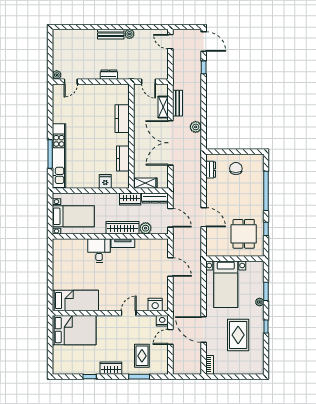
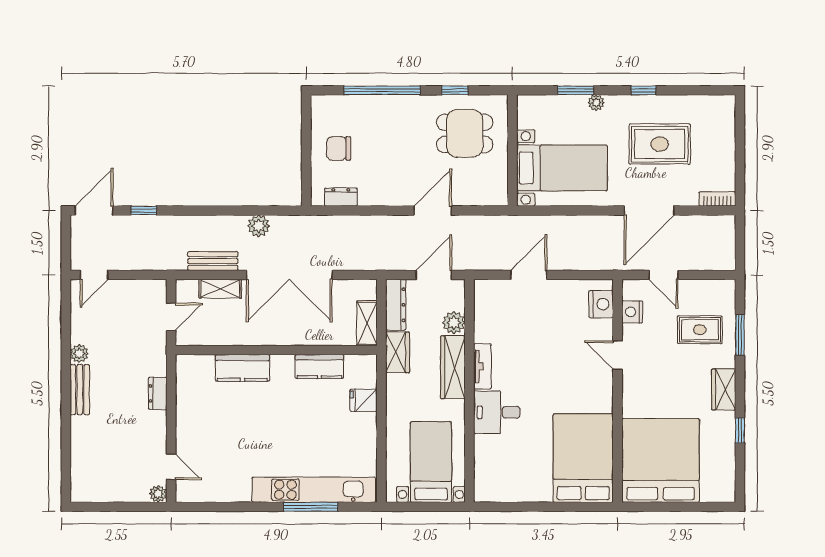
bed: (75, 300) -> (583, 458), width x1.50
nightstand: (162, 321) -> (632, 312), moved
bed: (74, 330) -> (661, 460), width x1.36

